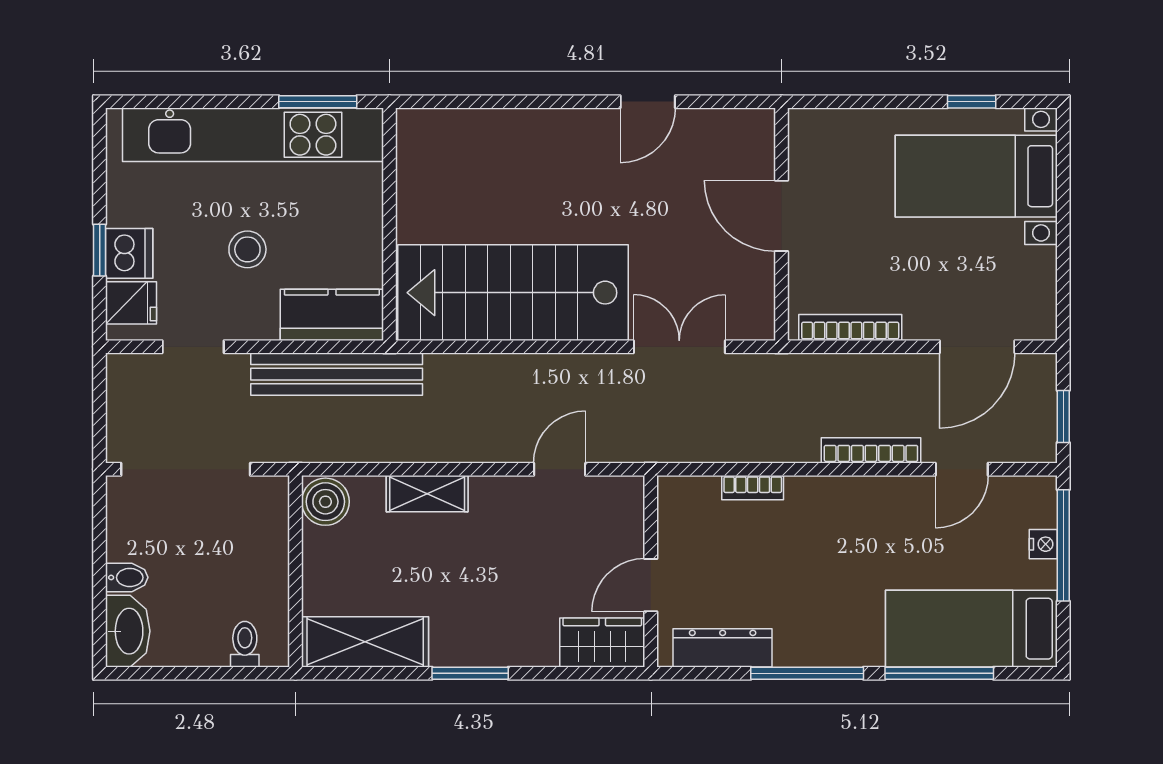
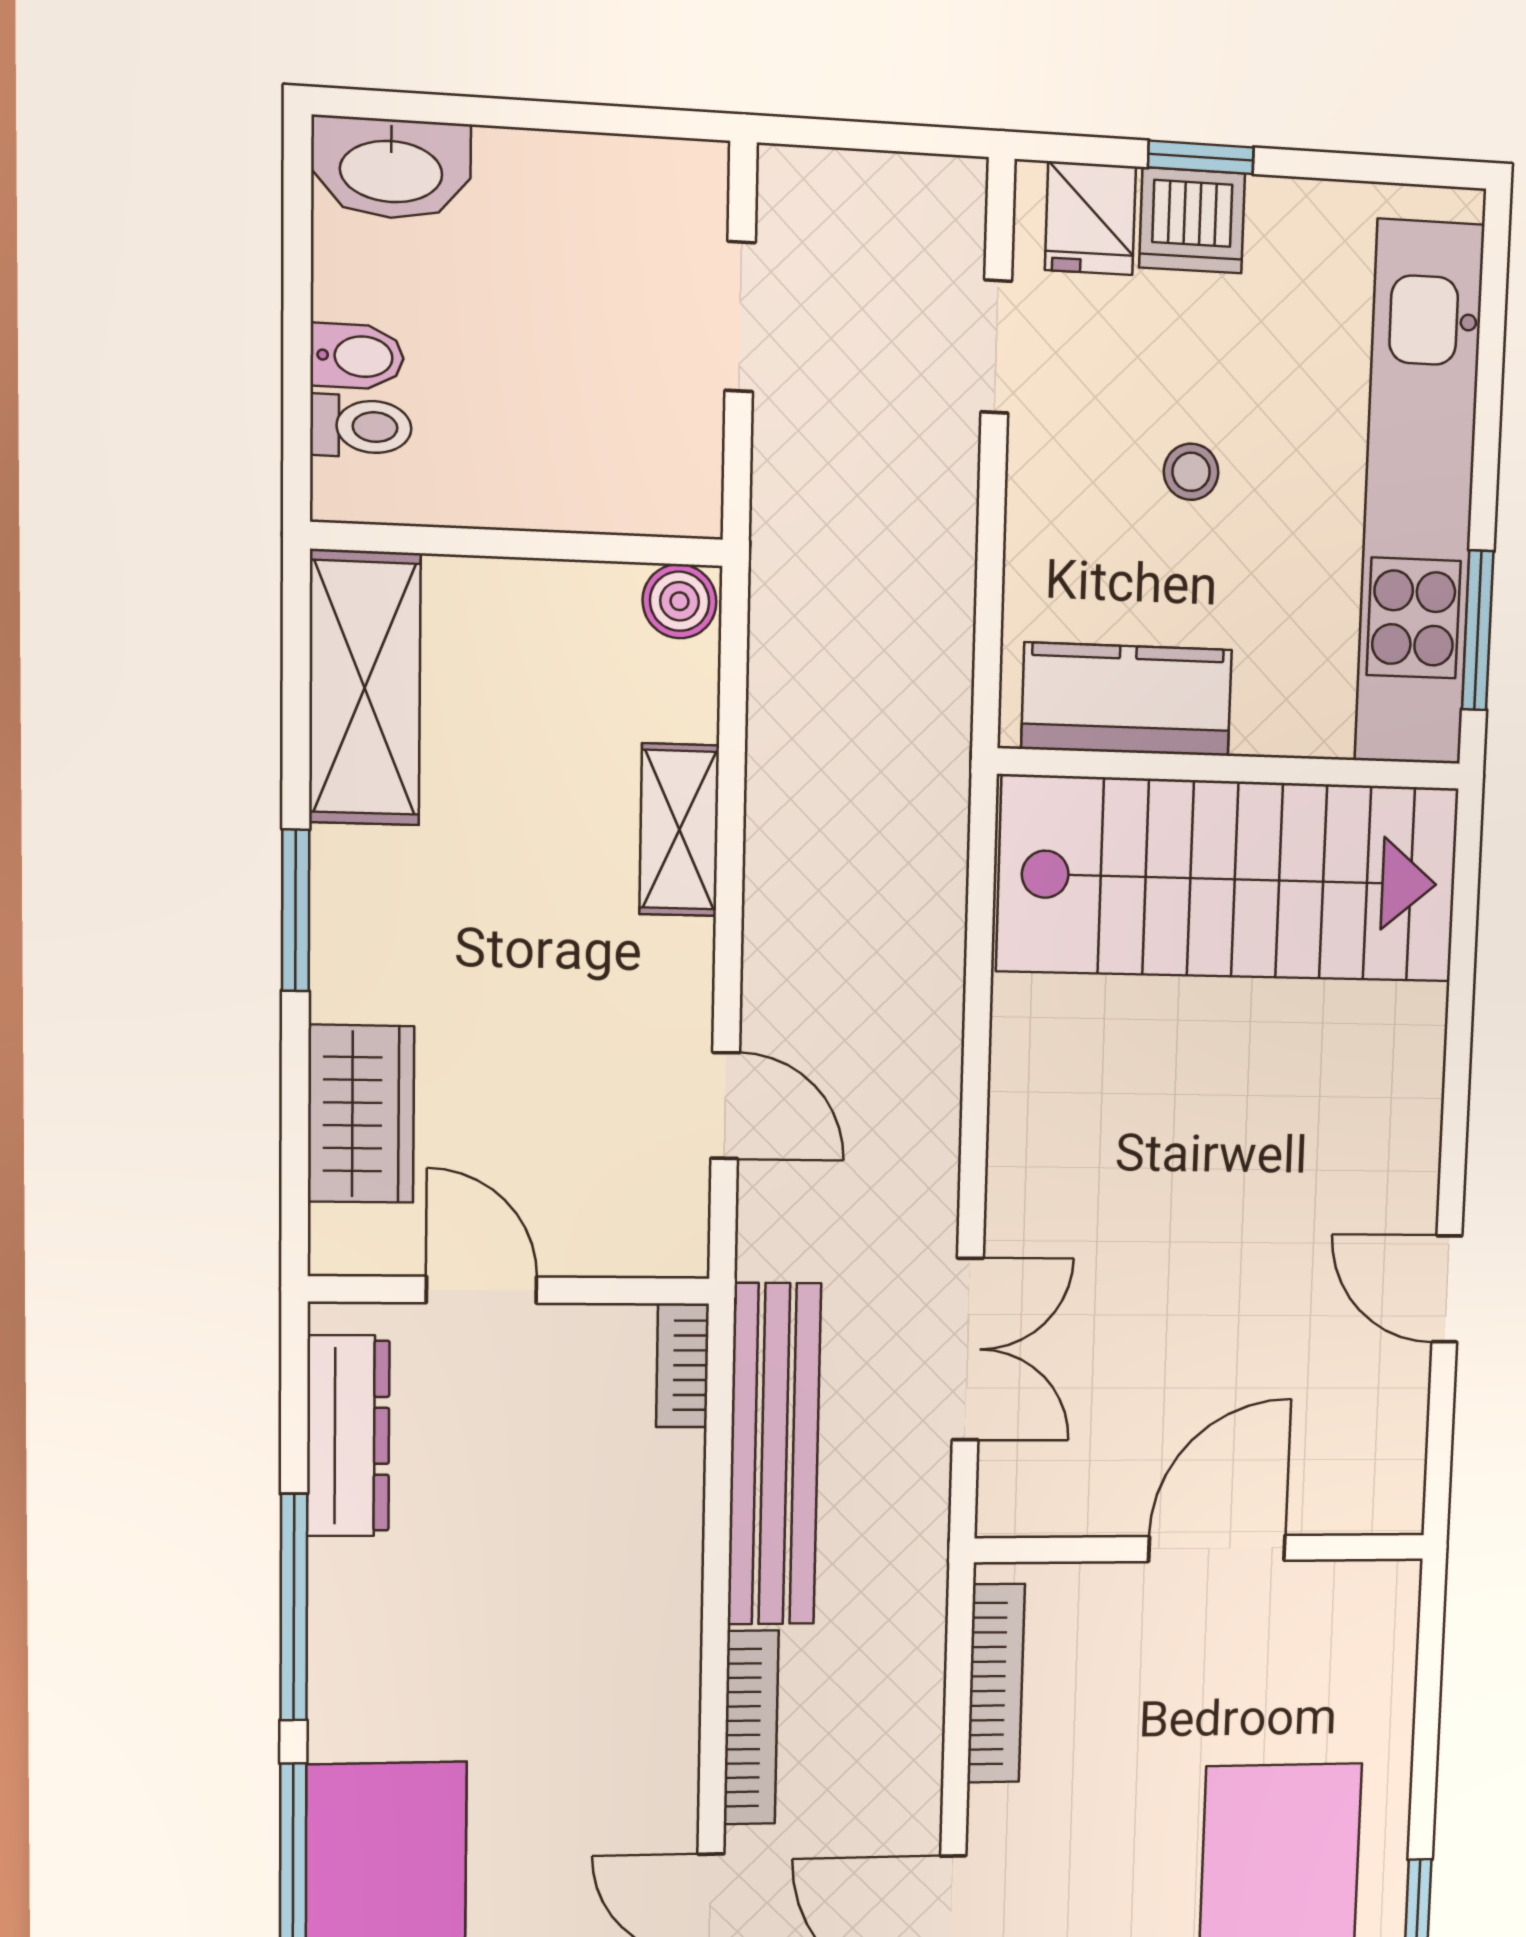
stool: (247, 249) -> (1191, 472), width x0.73, depth x0.73
stairs: (513, 293) -> (1229, 879), moved, turned 90
kitchen counter: (332, 315) -> (1127, 699), moved, turned -90
bench: (337, 374) -> (774, 1454), moved
doorway: (186, 469) -> (740, 317), width x0.53
bookcase: (753, 488) -> (682, 1365), moved
boiler: (325, 502) -> (680, 601), width x0.73, depth x0.73
bidet: (127, 577) -> (357, 356), moved, turned -90
wardrobe: (602, 643) -> (361, 1114), moved

